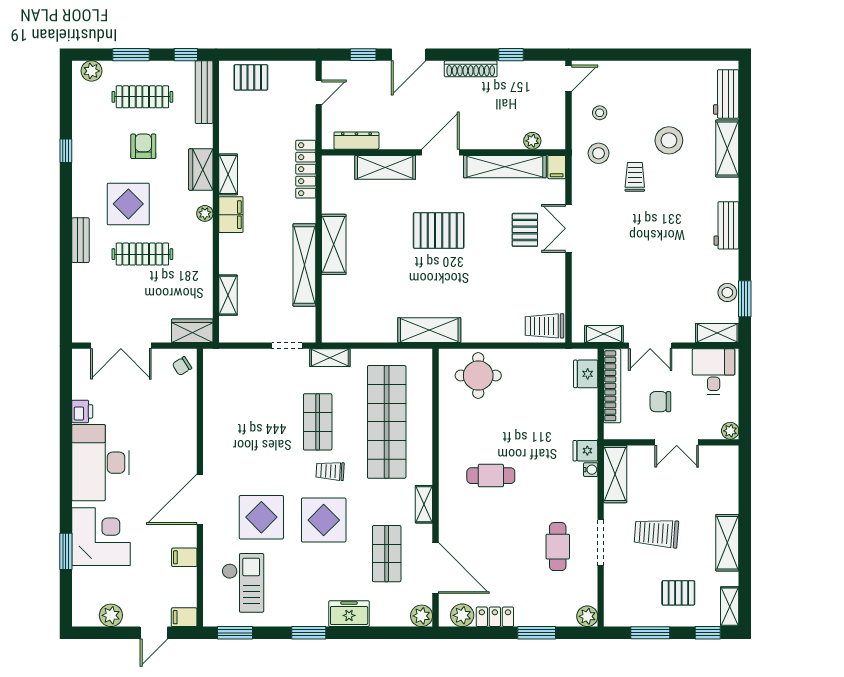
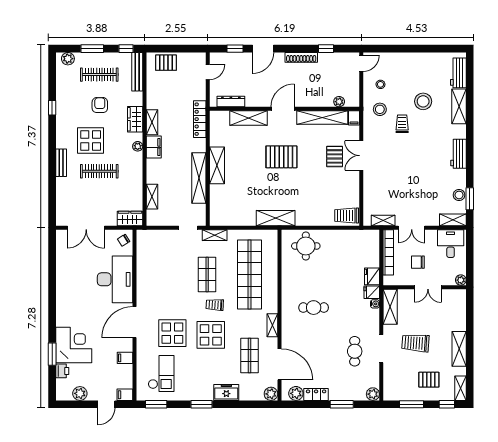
fridge: (586, 374) -> (372, 276), moved
printer: (82, 411) -> (62, 371), moved
desk: (101, 463) -> (115, 279), moved, turned 180

